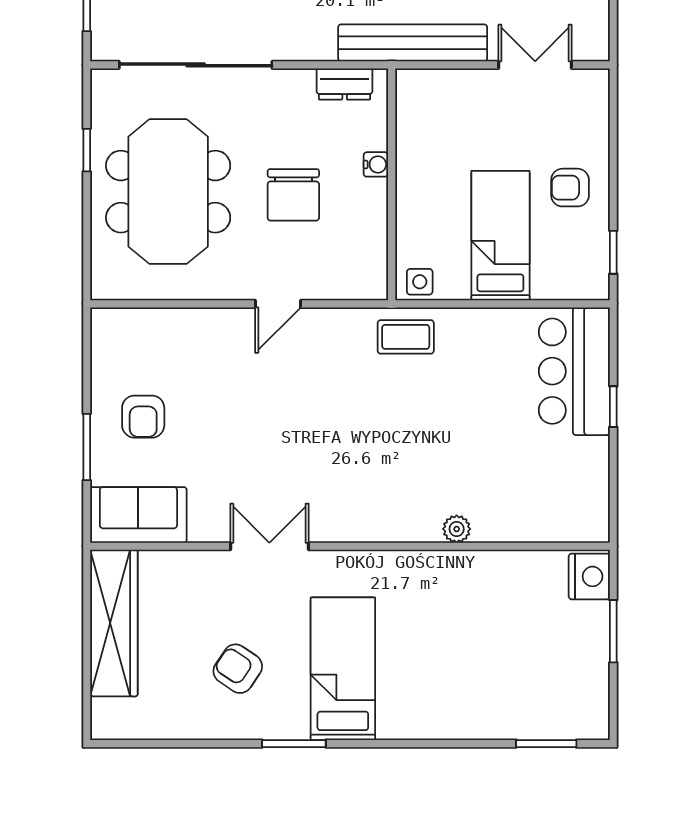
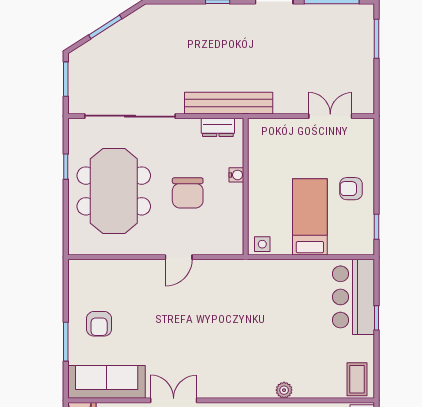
bench: (413, 43) -> (229, 103), moved
coffee table: (406, 337) -> (357, 379), moved, turned 90
sofa: (138, 515) -> (107, 382), width x1.36

